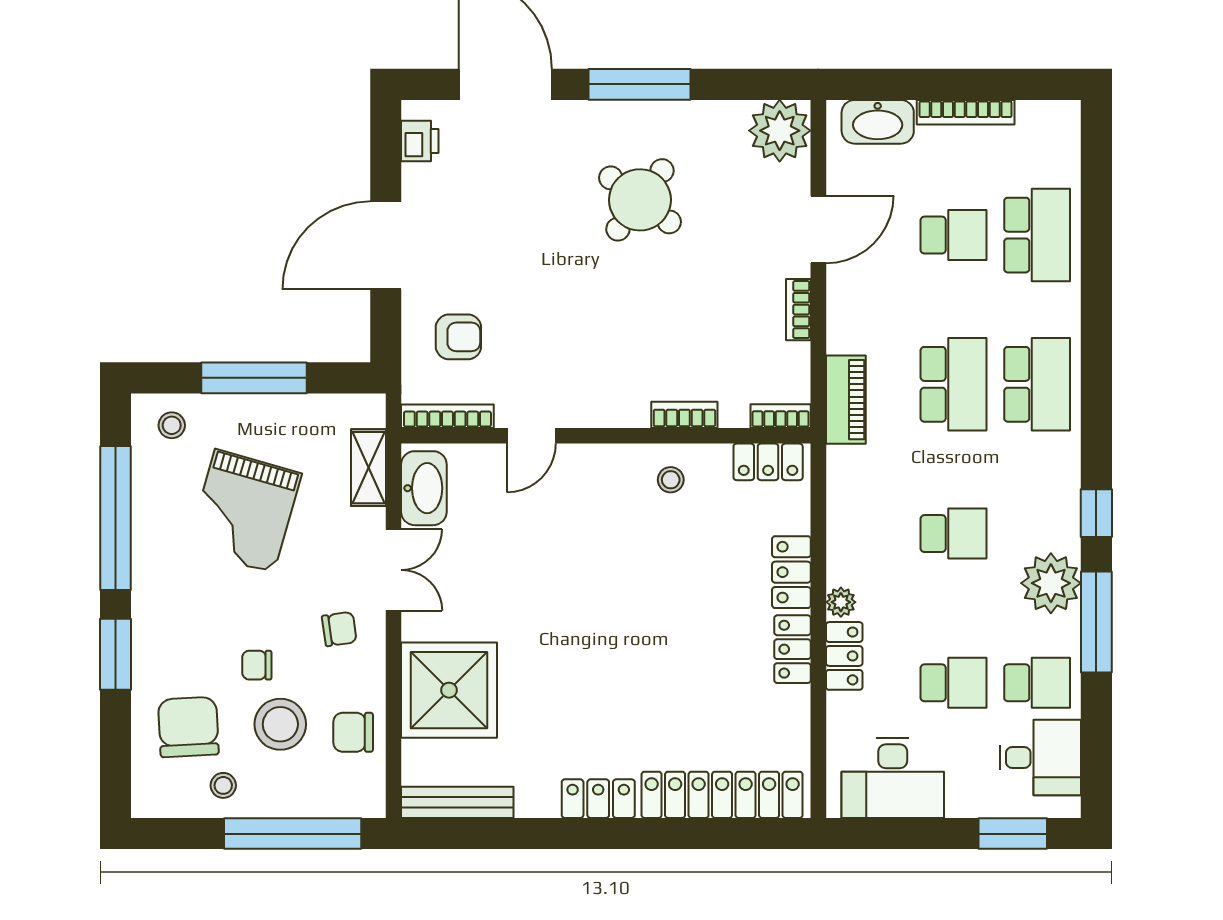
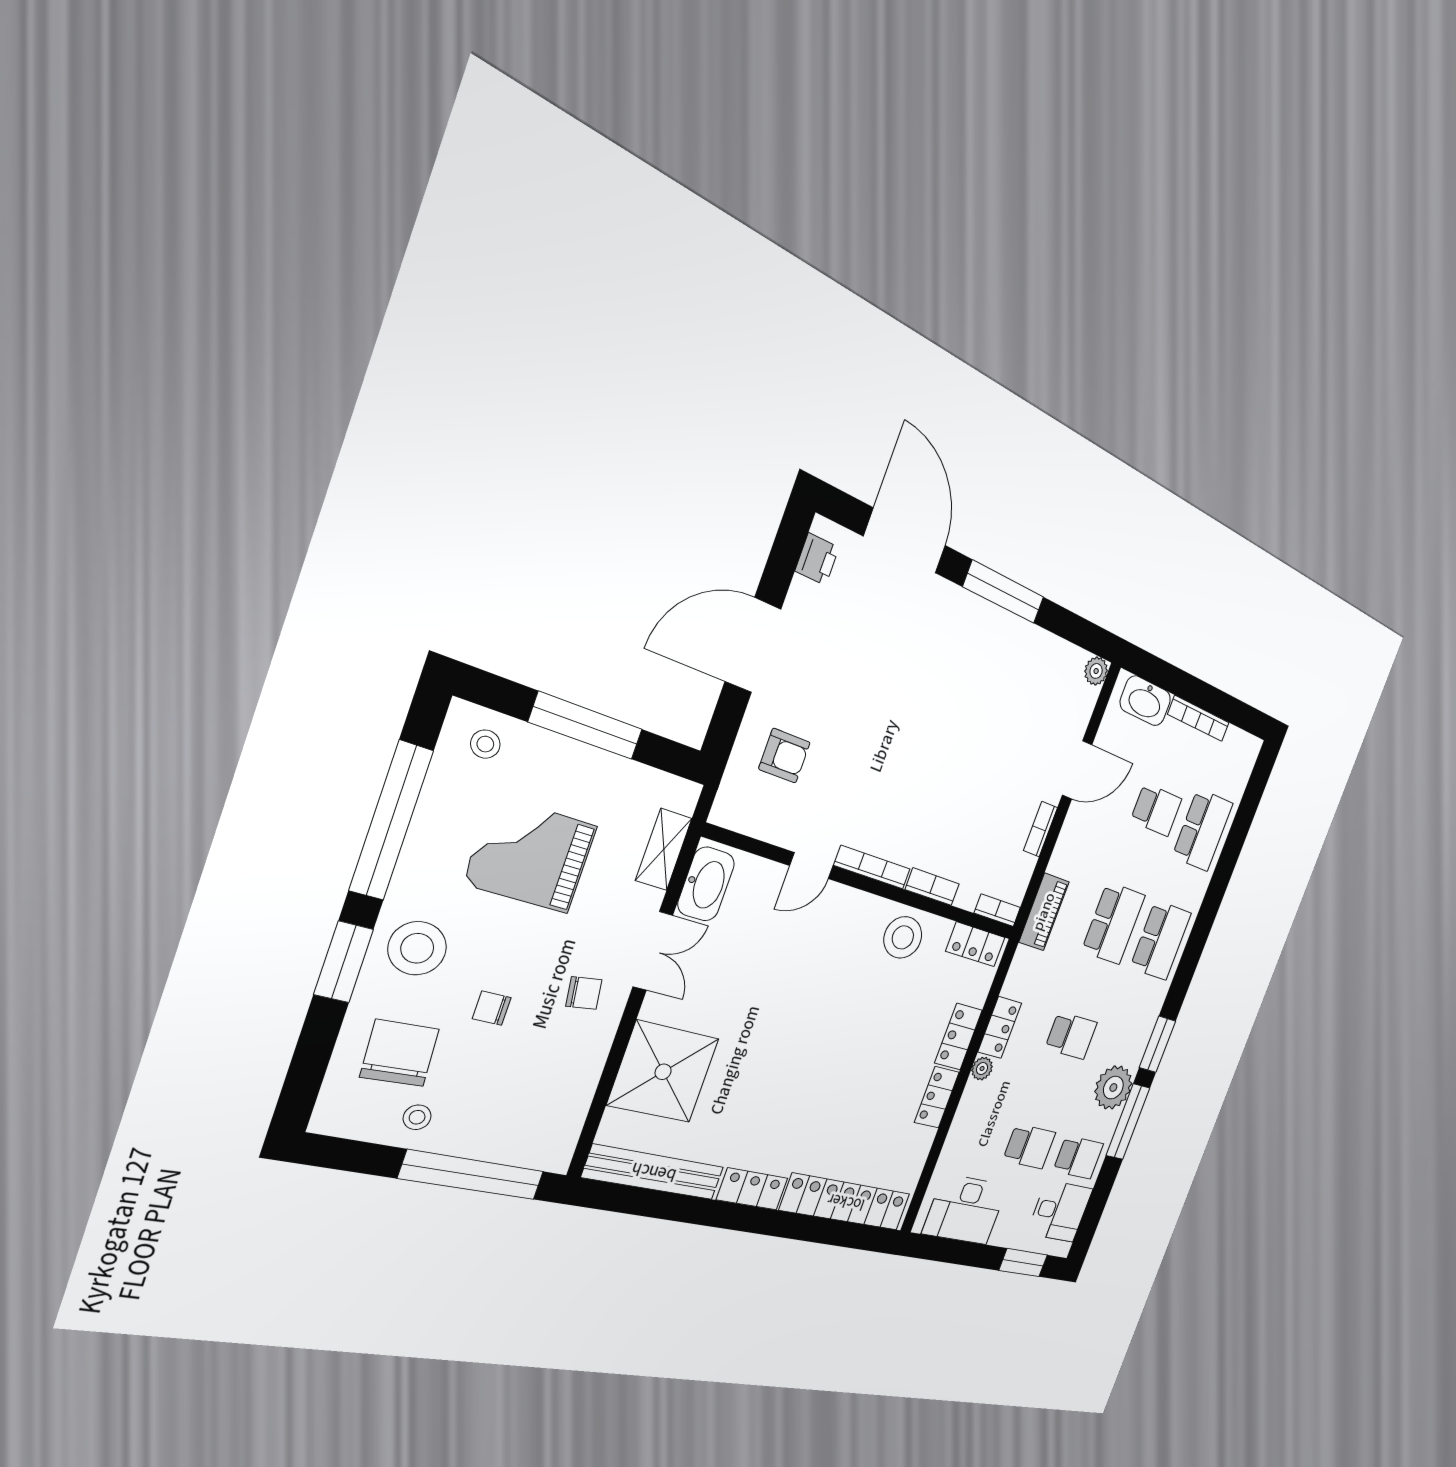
plant: (780, 131) -> (1096, 671), width x0.53, depth x0.53
round table: (640, 200) -> (967, 692), removed
bookcase: (447, 416) -> (872, 867), moved
stool: (671, 480) -> (903, 937), width x1.89, depth x1.89
grand piano: (244, 511) -> (531, 855), turned 74
window: (1096, 513) -> (1157, 1044), width x1.50
locker: (844, 656) -> (1000, 1028), moved
stool: (280, 724) -> (417, 948), moved
chair: (353, 732) -> (563, 1092), removed
bench: (457, 802) -> (654, 1172), width x1.37, depth x1.21

